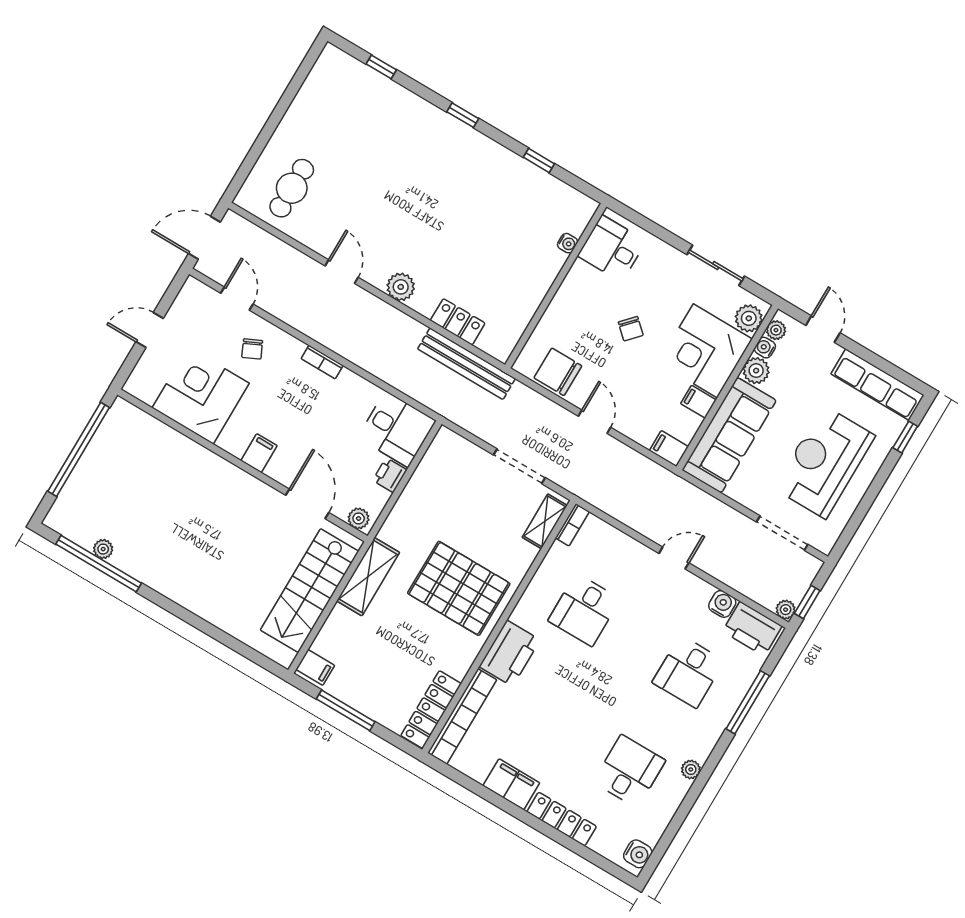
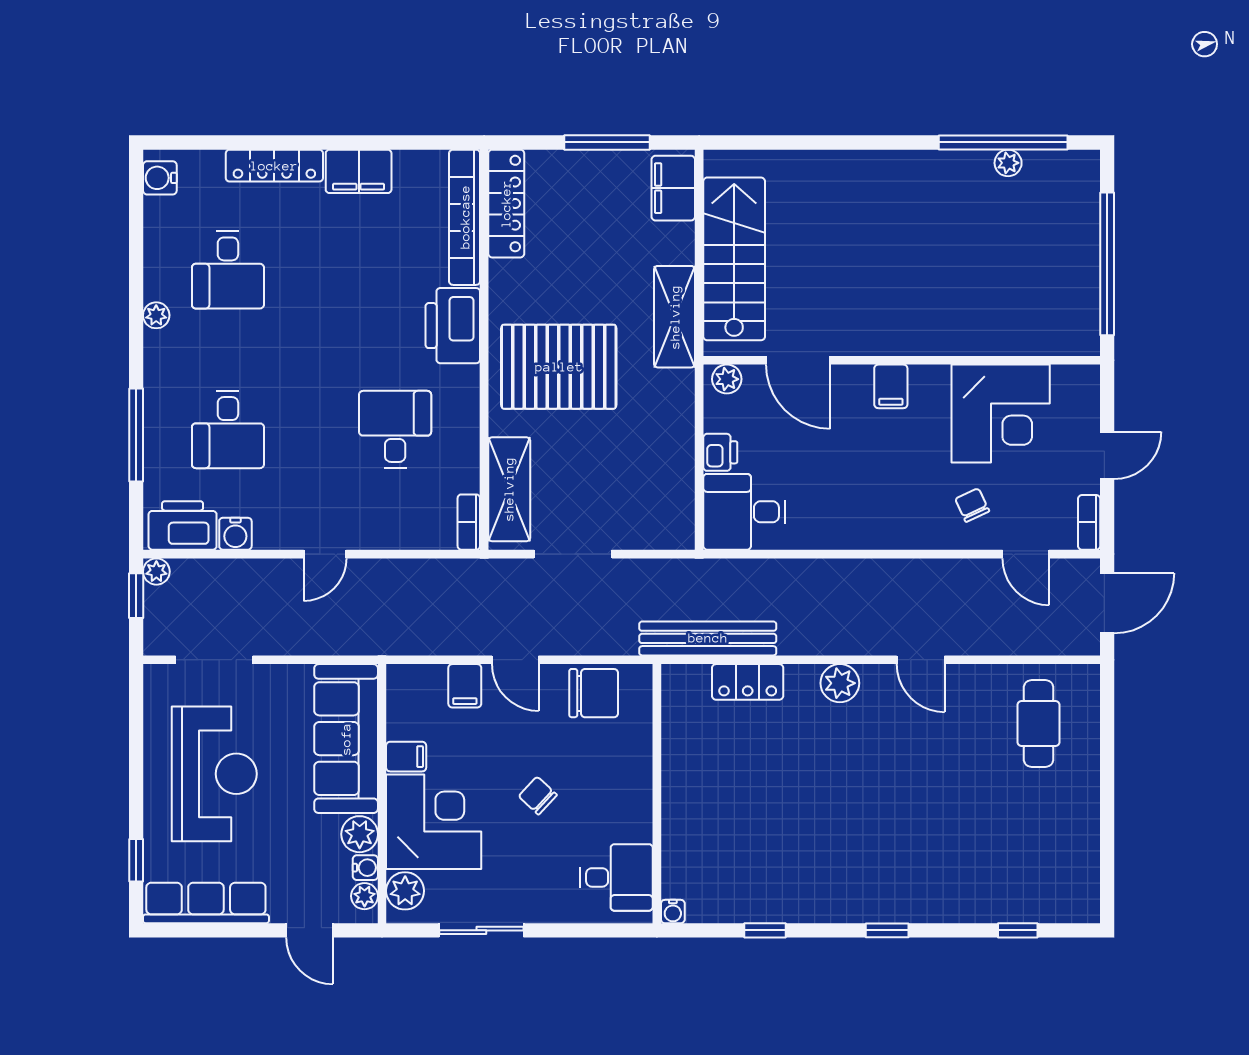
water cooler: (567, 243) -> (673, 912), moved, turned -90
bookcase: (322, 362) -> (1089, 522), moved, turned -90
filing cabinet: (669, 449) -> (465, 686), moved, turned 90
shelving: (545, 521) -> (509, 489), width x1.50, depth x1.33
filing cabinet: (315, 667) -> (673, 188), width x2.00
desk: (688, 672) -> (228, 430), turned 180

